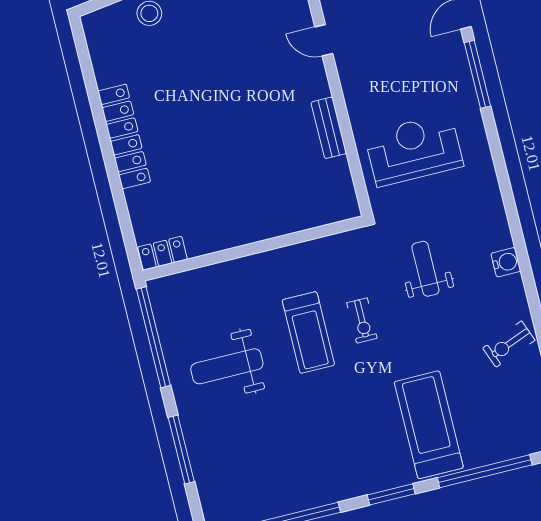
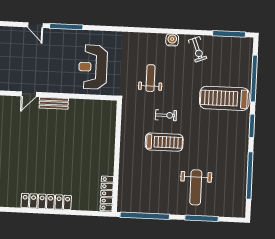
bench: (329, 128) -> (54, 103), moved
locker: (163, 253) -> (107, 194), width x1.53
water cooler: (506, 262) -> (172, 40), moved
weight bench: (425, 269) -> (150, 78), turned 90
weight bench: (227, 366) -> (196, 187), moved

